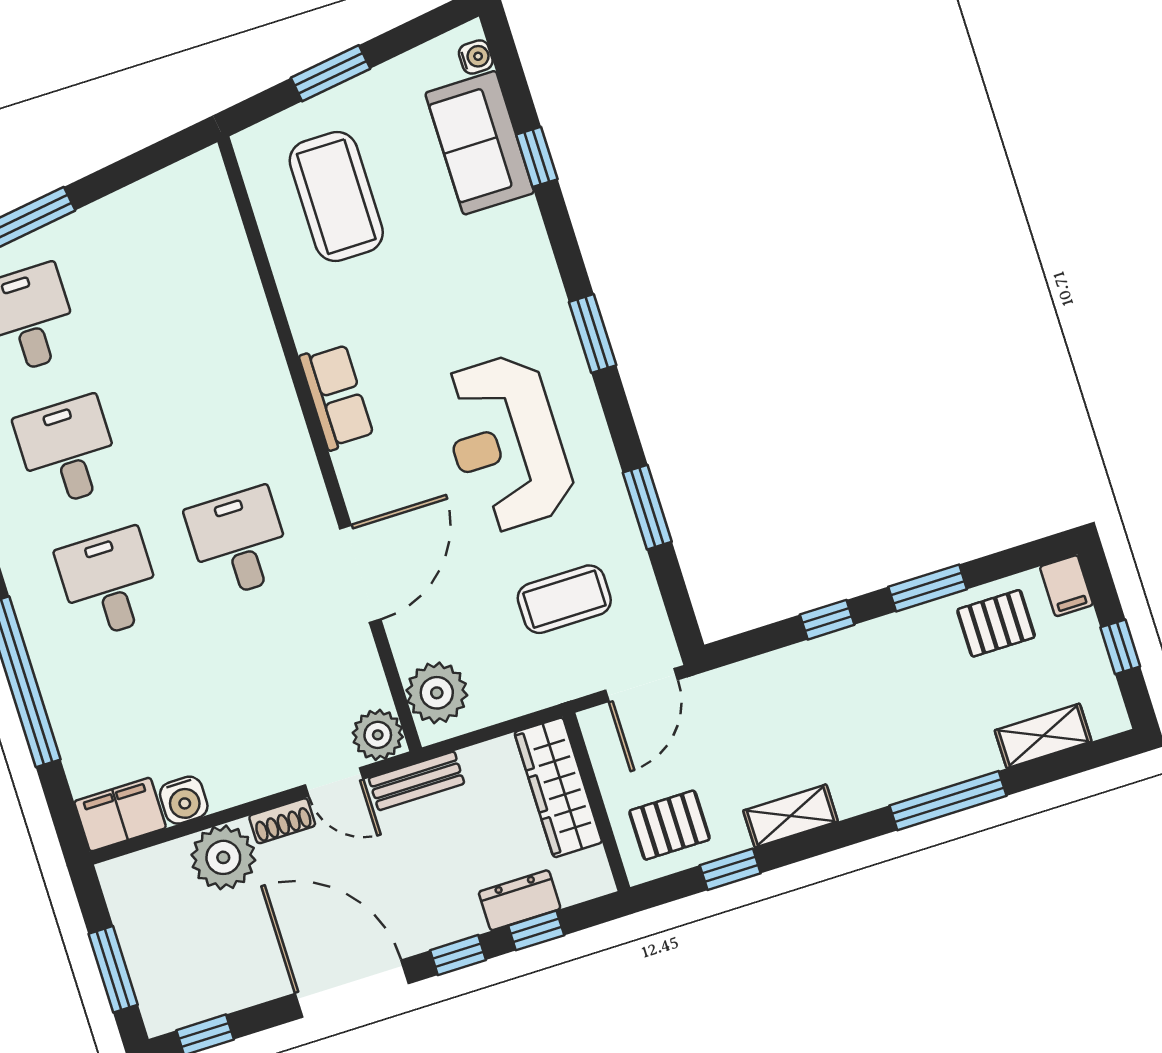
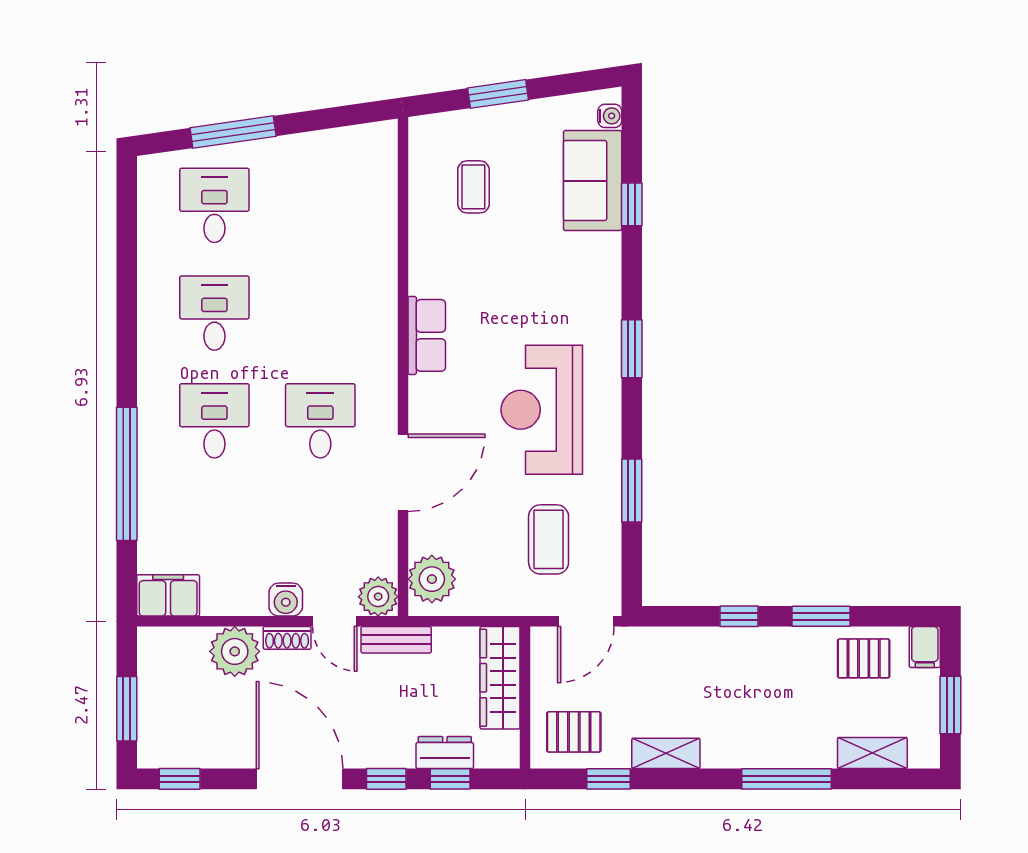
coffee table: (336, 197) -> (473, 187), width x0.54, depth x0.58
coffee table: (564, 599) -> (549, 539), turned 90
window: (1120, 647) -> (950, 705), width x1.50
water cooler: (184, 800) -> (286, 600), moved

